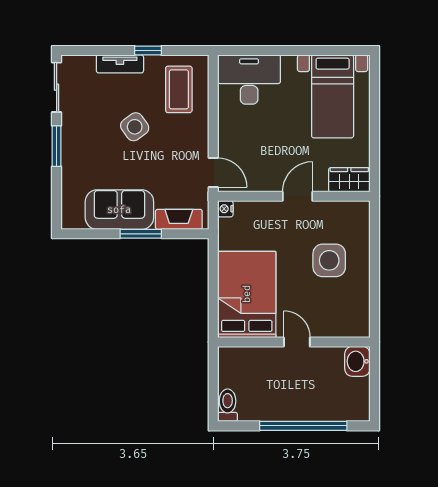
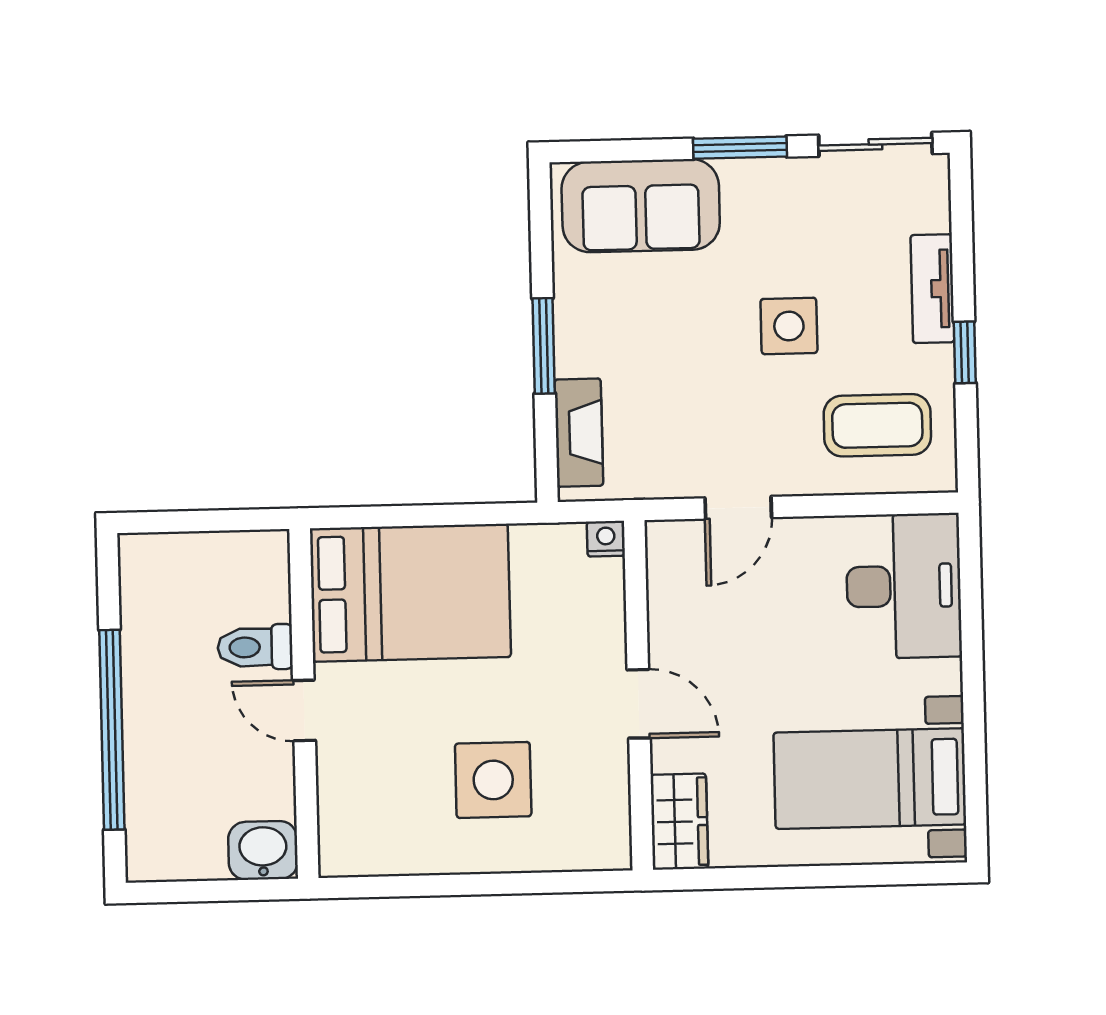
side table: (135, 127) -> (789, 326), turned 36
door: (213, 173) -> (738, 508), moved
sofa: (119, 210) -> (641, 206), moved, turned 90
door: (297, 342) -> (304, 710), swing flipped
toilet: (228, 405) -> (255, 647), moved, turned 180

